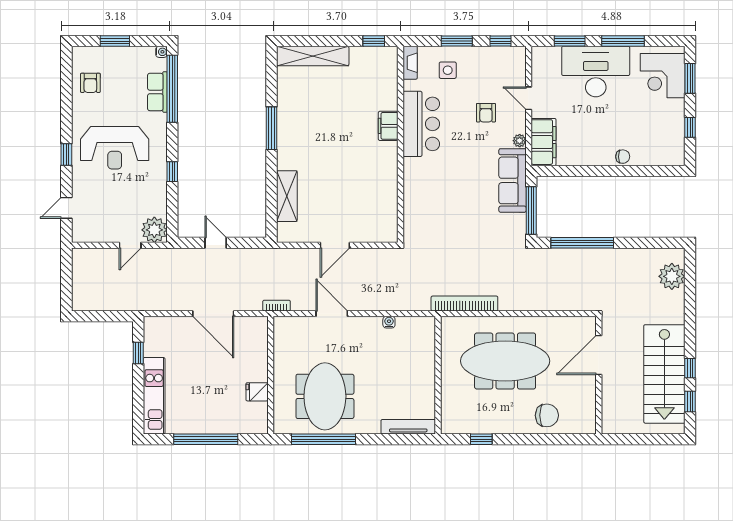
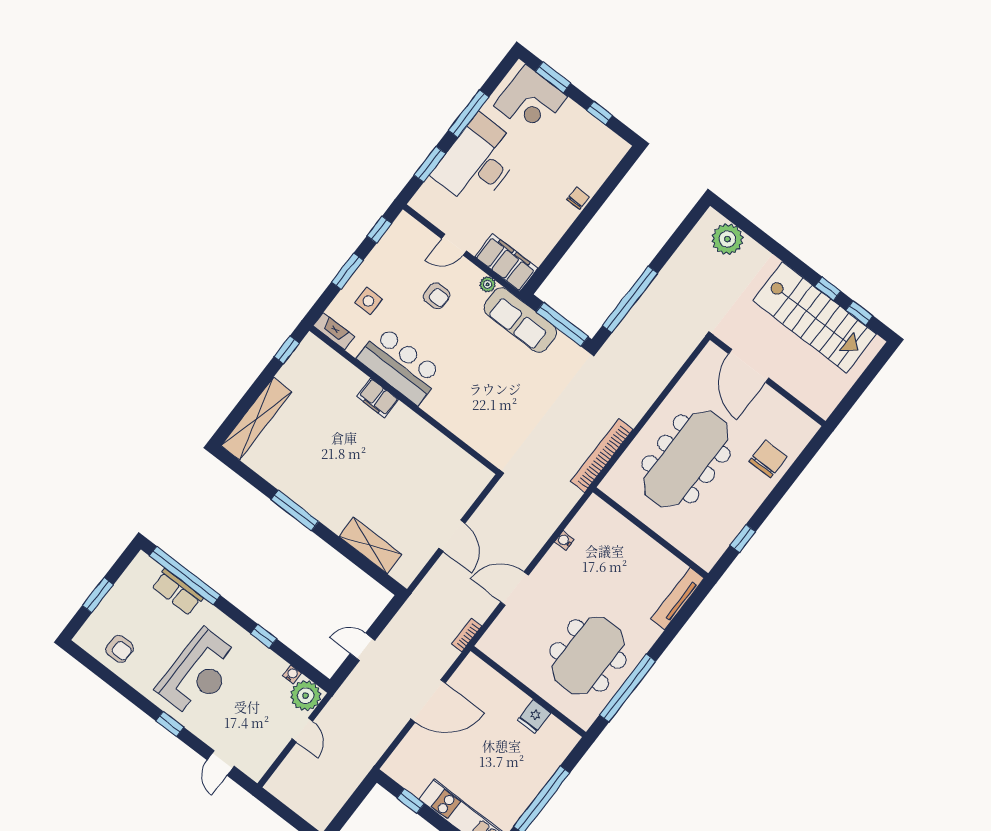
water cooler: (162, 52) -> (292, 674), moved
meeting table: (325, 396) -> (588, 655), turned 90

